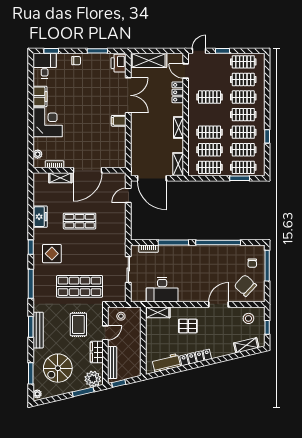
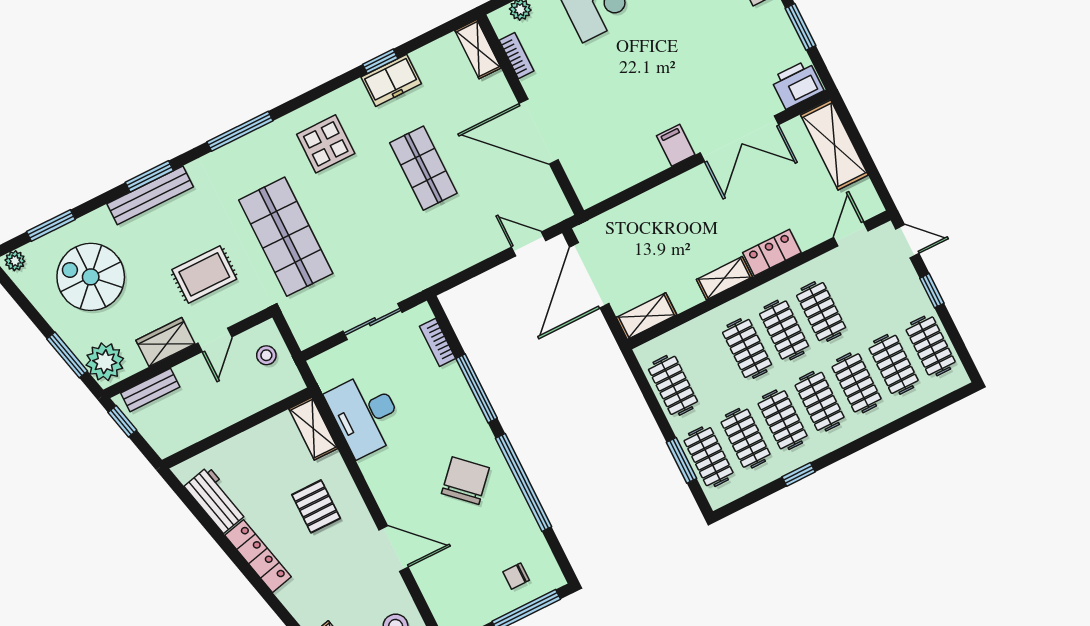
locker: (178, 92) -> (772, 253), moved
clothes rail: (209, 150) -> (784, 330), moved
shelving: (60, 178) -> (478, 49), moved
window: (31, 247) -> (380, 61), moved
chair: (245, 286) -> (465, 481), moved
door: (105, 333) -> (215, 340), hinge flipped
bench: (112, 363) -> (150, 390), width x0.73

